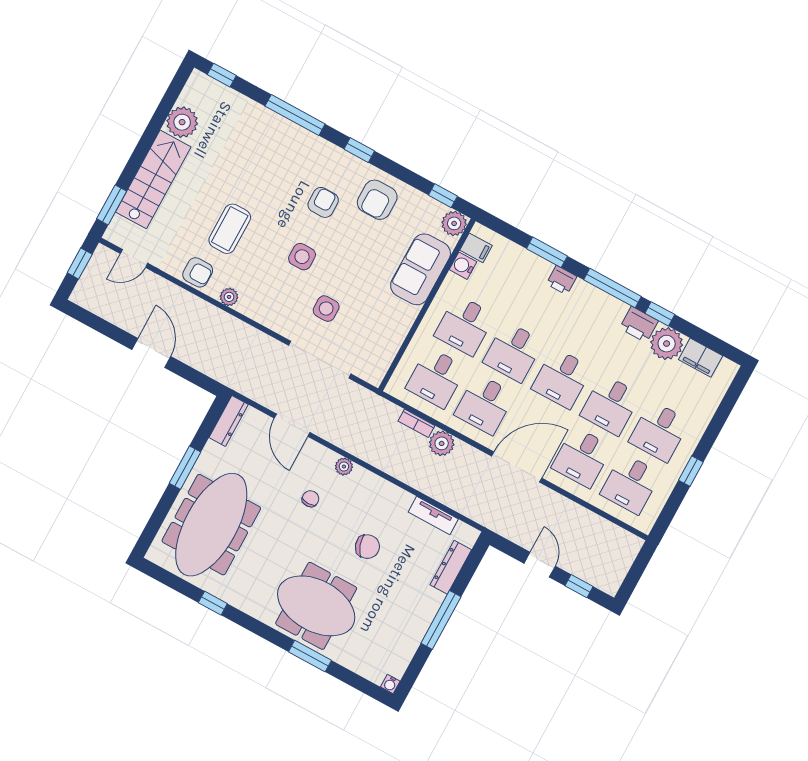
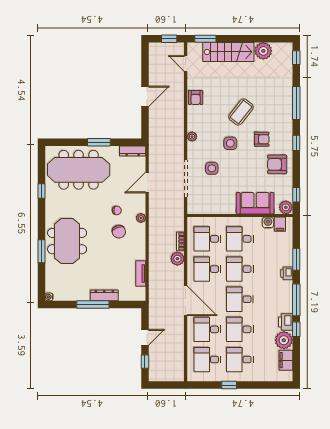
coffee table: (230, 229) -> (241, 112), moved, turned -52
plant: (229, 297) -> (192, 137), moved
chair: (367, 547) -> (119, 232), moved
dresser: (451, 567) -> (104, 295), moved

